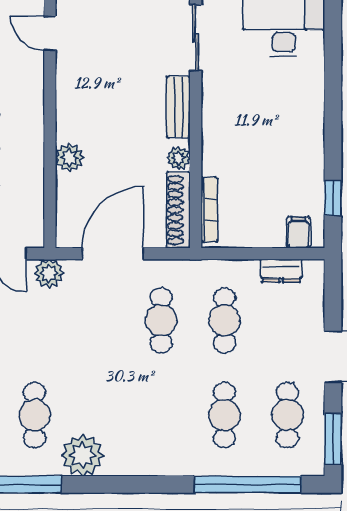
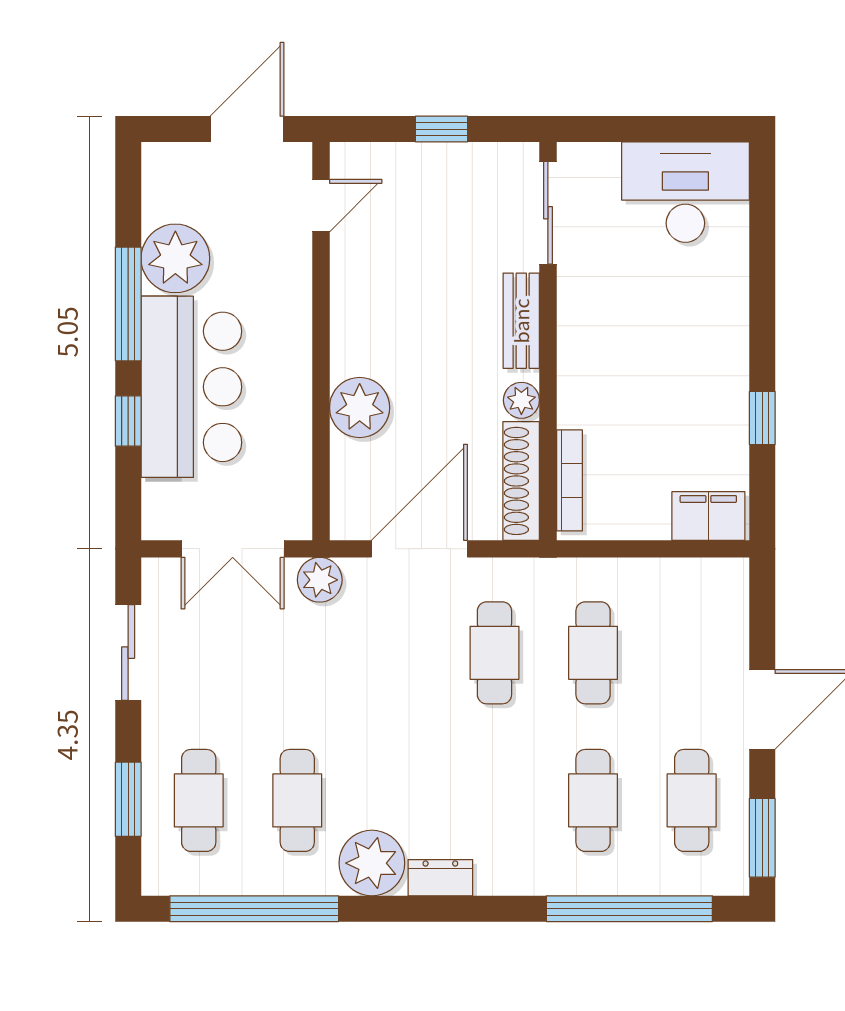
door: (50, 33) -> (321, 206), swing flipped
plant: (69, 158) -> (360, 408), width x1.36, depth x1.36
window: (333, 198) -> (762, 418), moved
filing cabinet: (298, 232) -> (708, 516), width x2.00
dresser: (281, 271) -> (440, 878), moved, turned 180

